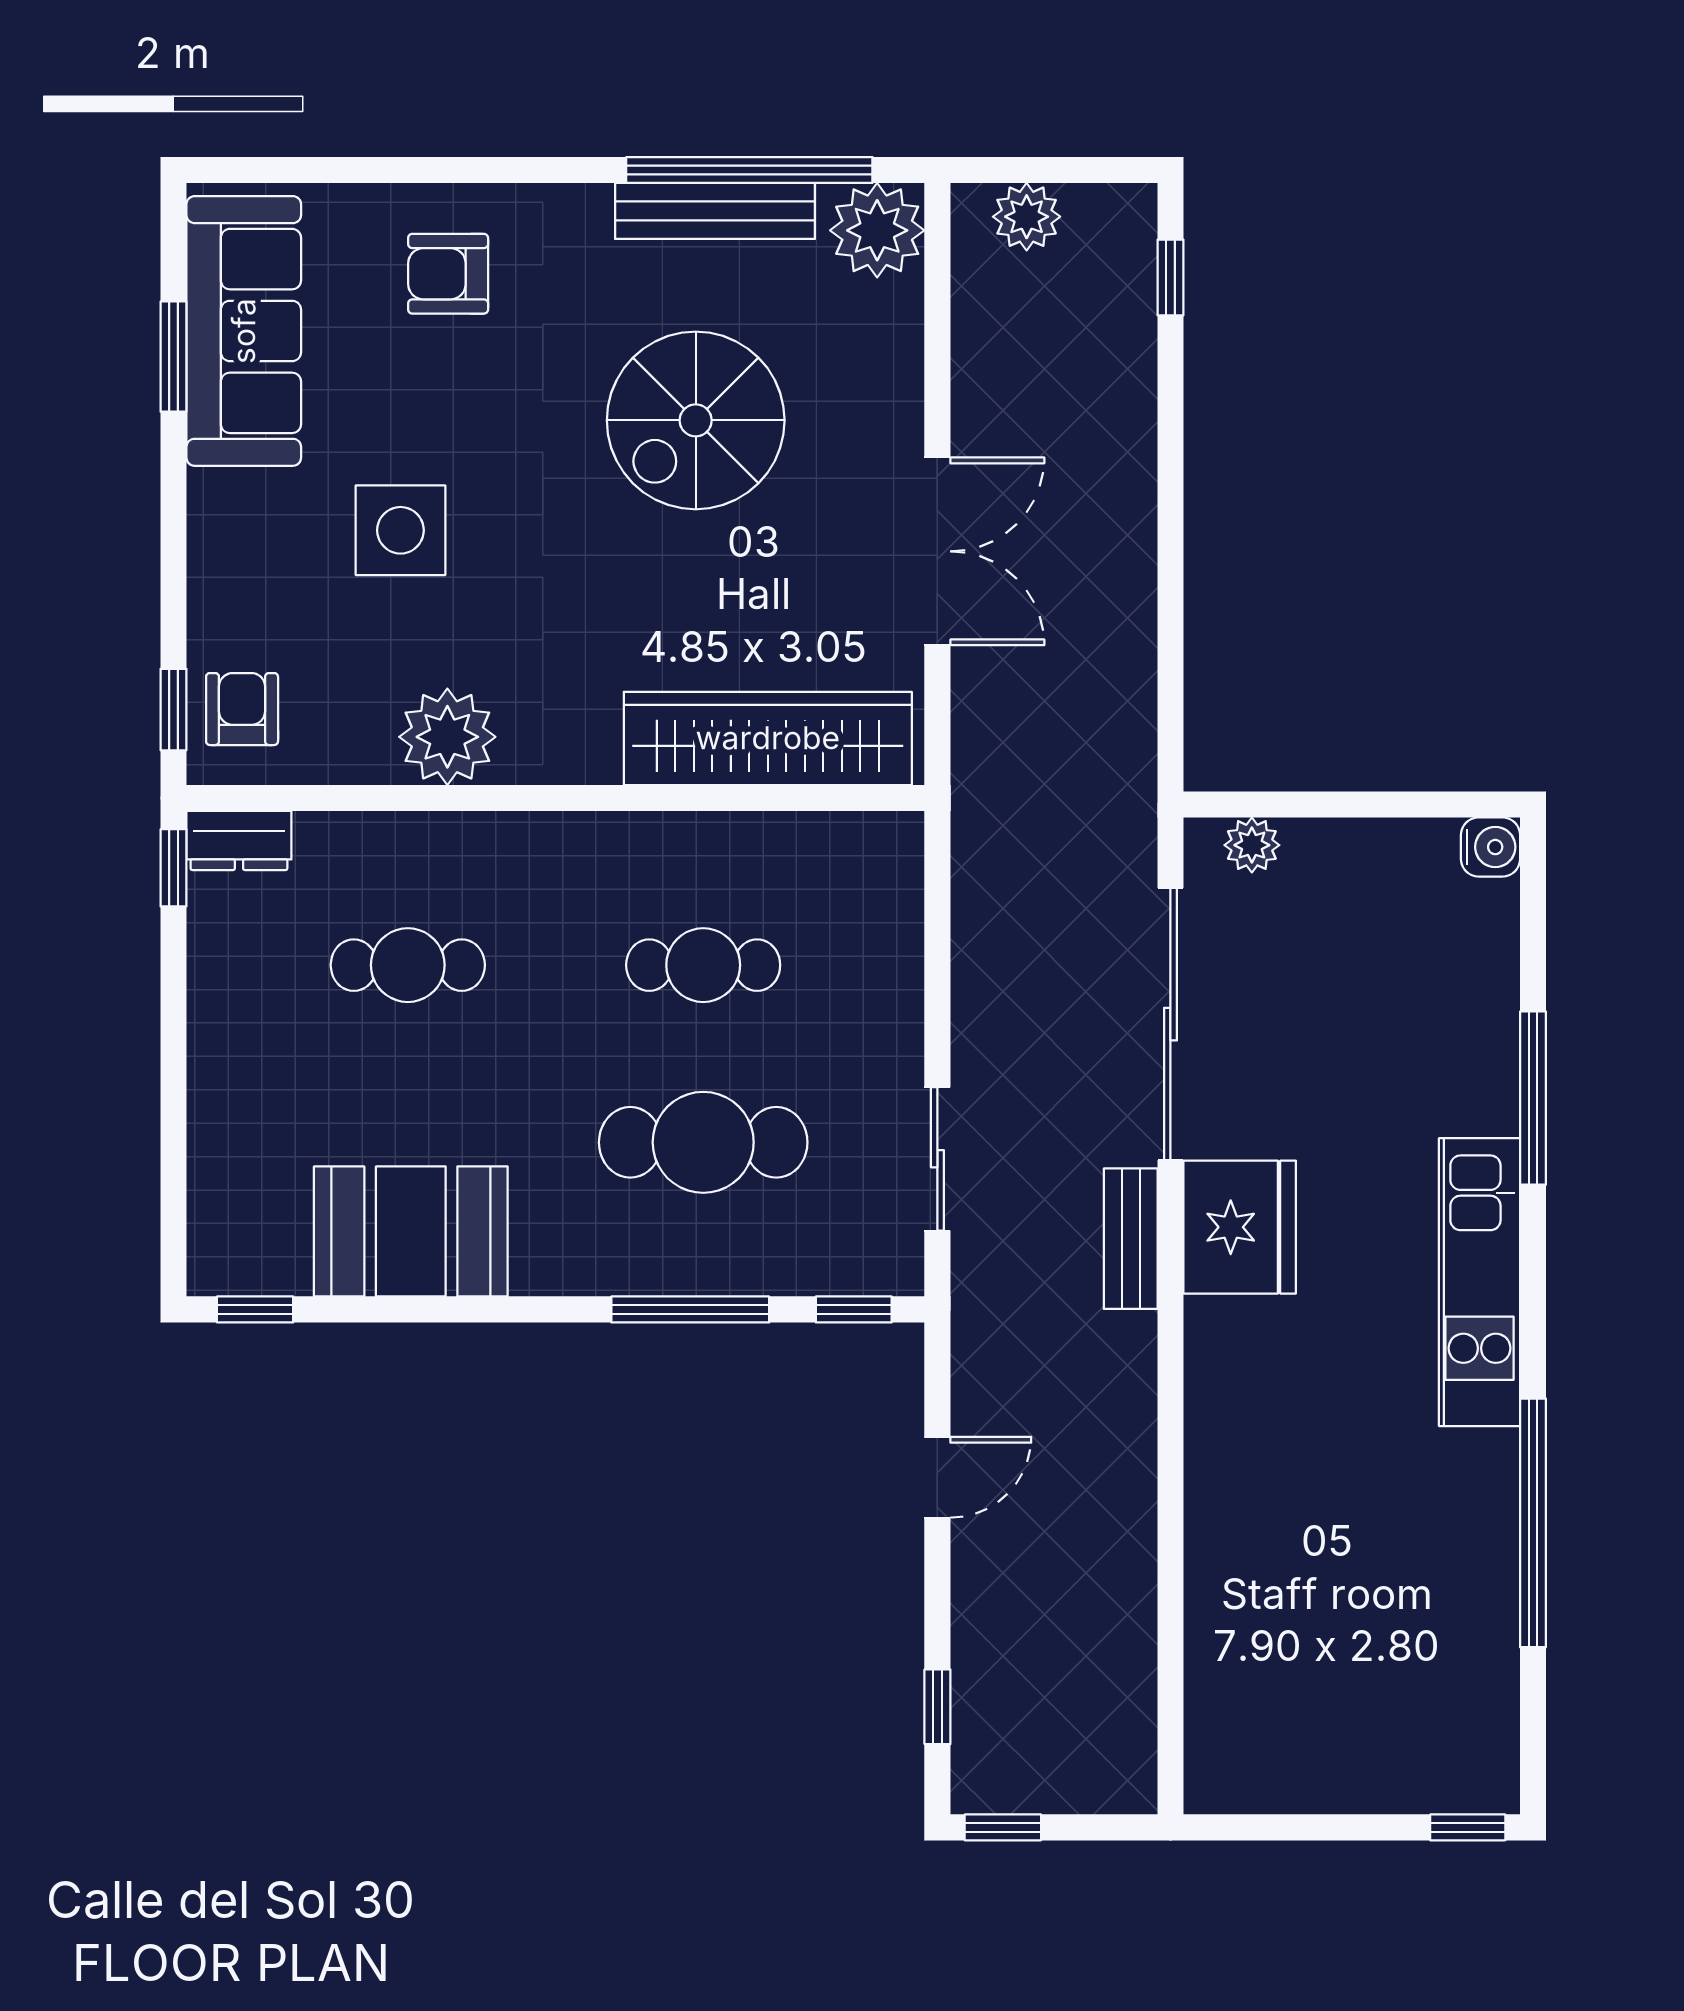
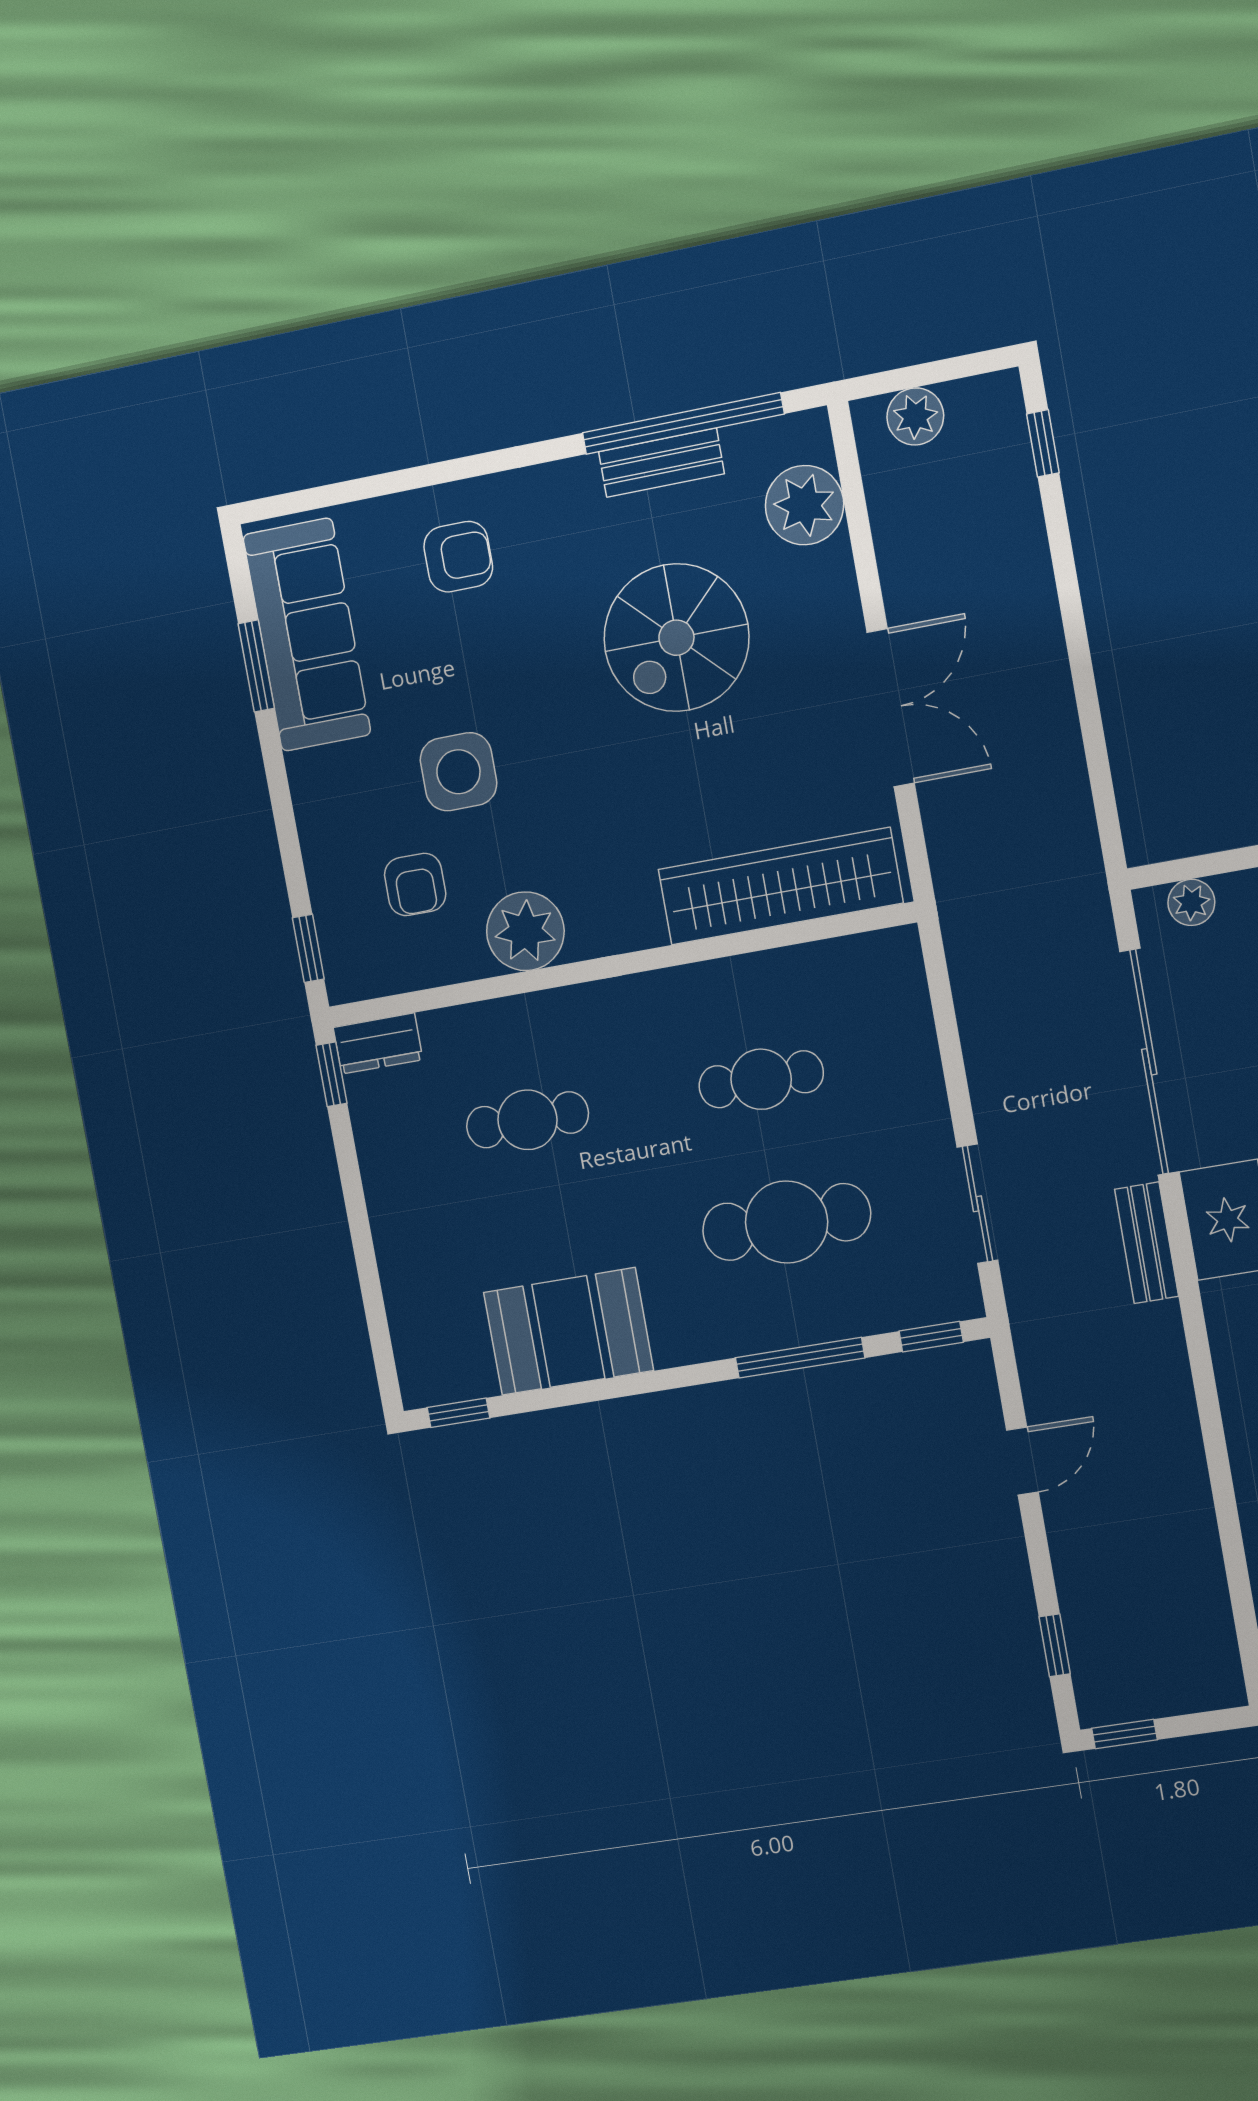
bench: (715, 211) -> (661, 463), width x0.73
plant: (877, 230) -> (805, 505), moved
armchair: (448, 274) -> (458, 557), turned 180
armchair: (242, 709) -> (415, 885), moved, turned 180

